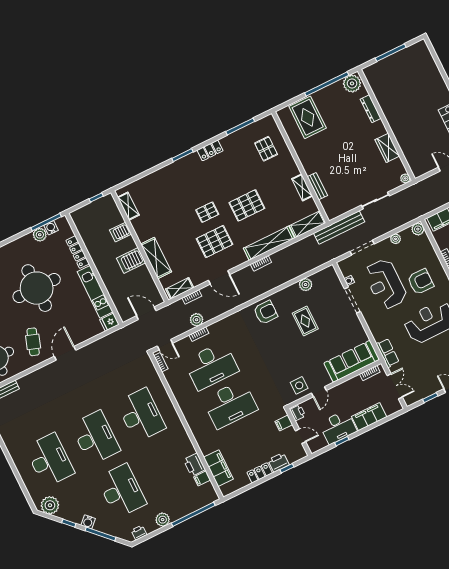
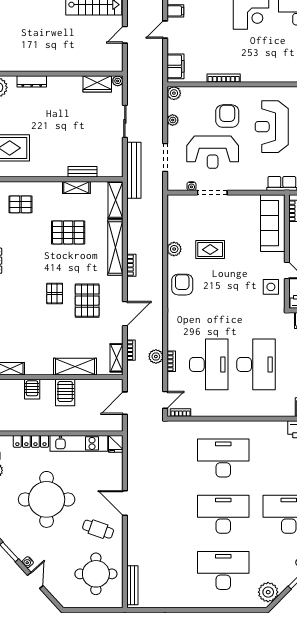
wardrobe: (387, 148) -> (97, 84), moved
pallet: (247, 205) -> (68, 232), moved, turned 90
plant: (306, 285) -> (174, 249), moved

